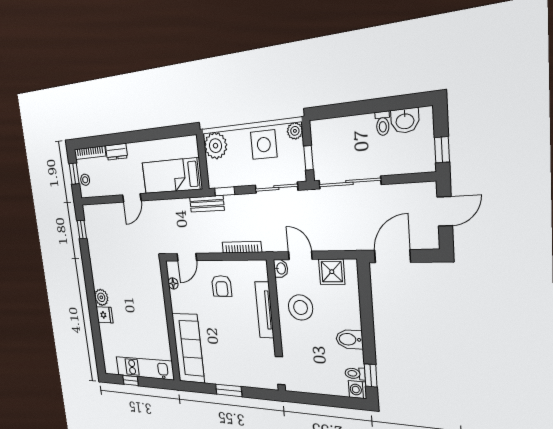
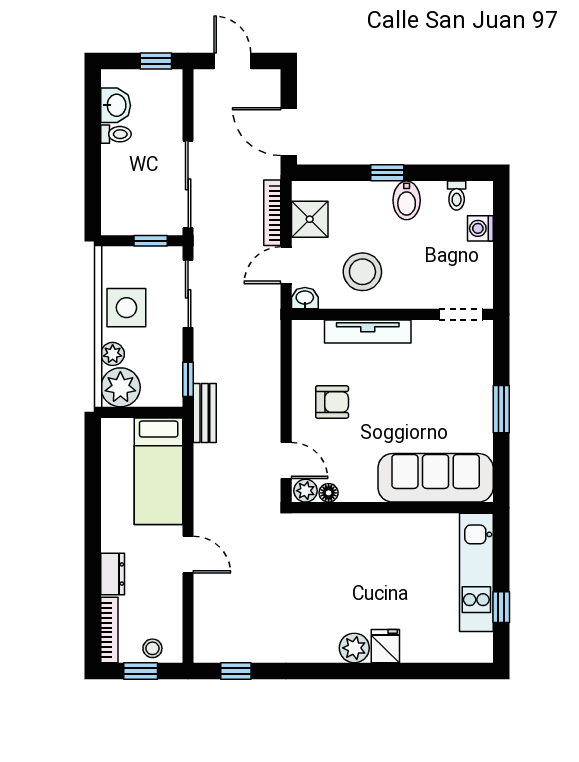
plant: (295, 131) -> (113, 354), moved
bookcase: (242, 247) -> (272, 213), moved
plant: (173, 269) -> (305, 491), added
window: (371, 376) -> (387, 173), moved
washing machine: (358, 390) -> (480, 228), moved, turned 90

